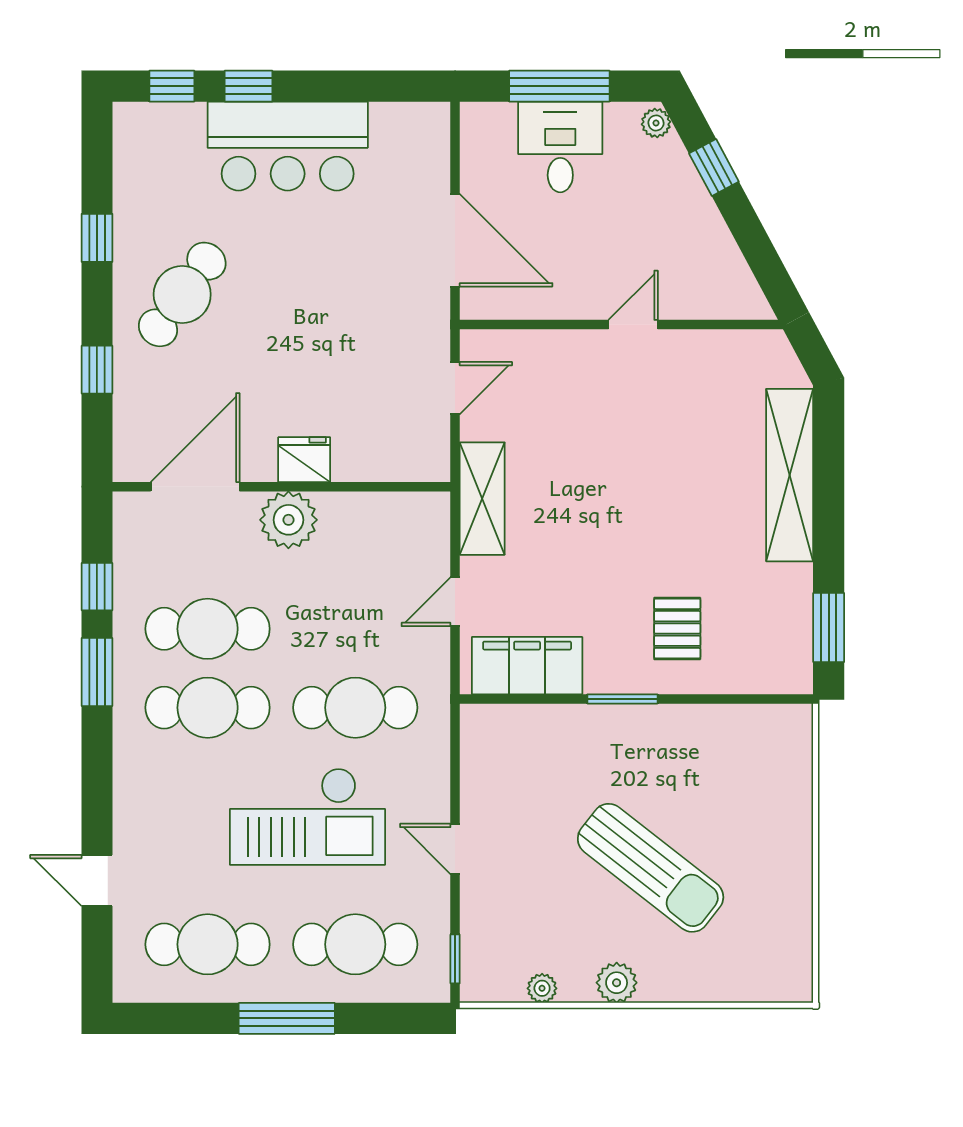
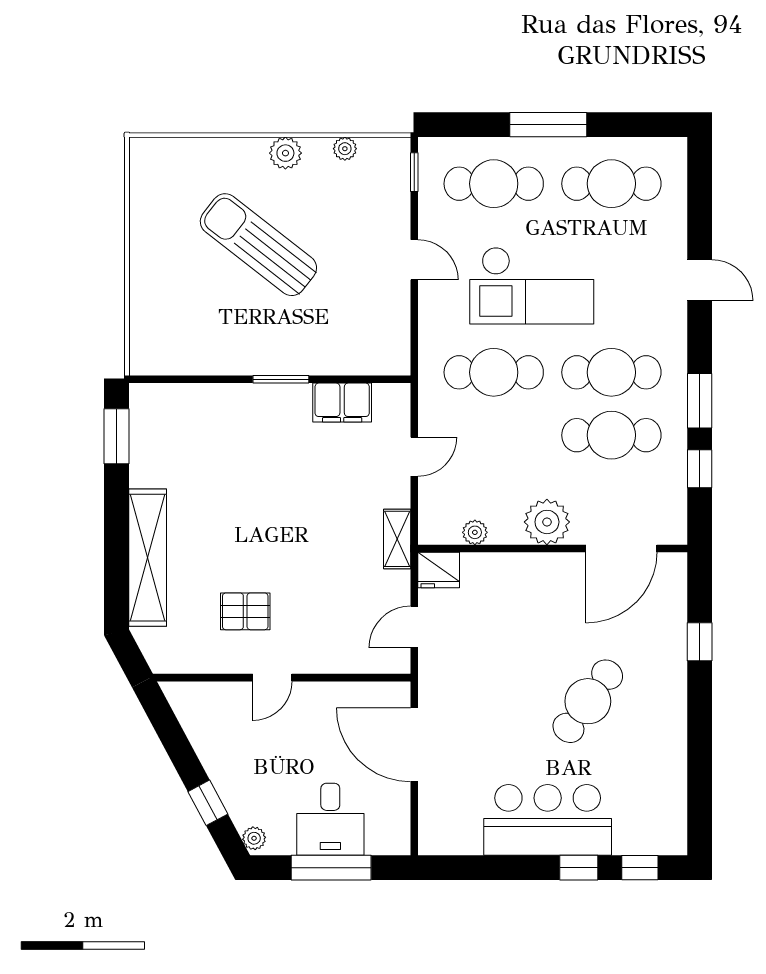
window: (97, 238) -> (700, 747), removed
cafe table: (182, 294) -> (588, 701), moved
fridge: (304, 460) -> (439, 570), moved
shelving: (482, 499) -> (397, 539), width x0.67, depth x0.75
plant: (379, 507) -> (475, 532), added
pallet: (677, 628) -> (245, 611), moved, turned 90
filing cabinet: (527, 666) -> (342, 403), width x0.67, depth x0.86
checkout: (308, 817) -> (532, 286), turned 180
door: (97, 880) -> (700, 280), moved

